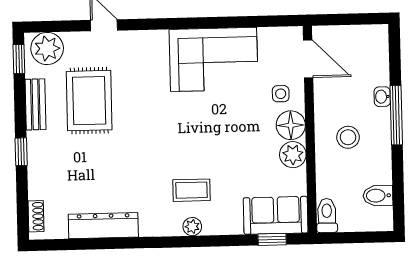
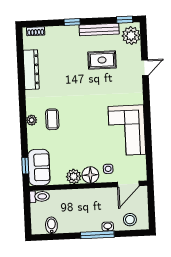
rug: (89, 101) -> (102, 60), width x0.73, depth x0.70
bench: (35, 104) -> (99, 30), width x1.36
stool: (348, 137) -> (130, 220), moved

